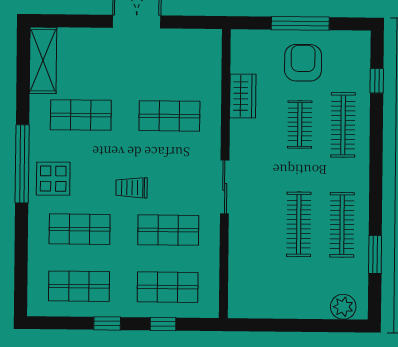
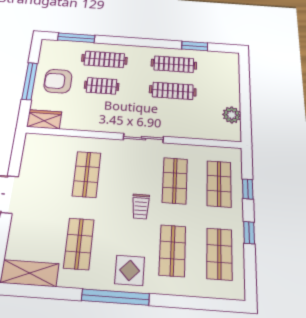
window: (377, 81) -> (76, 38), width x2.17
wardrobe: (243, 96) -> (44, 119), moved
plant: (343, 307) -> (232, 115), moved

